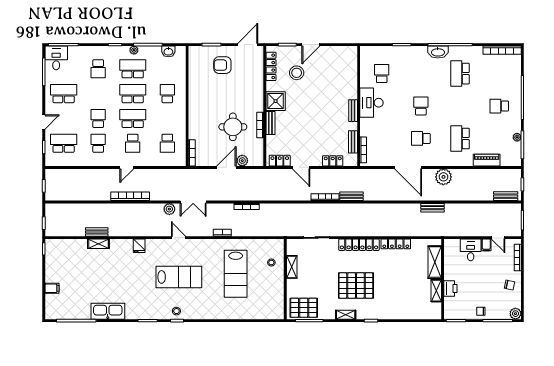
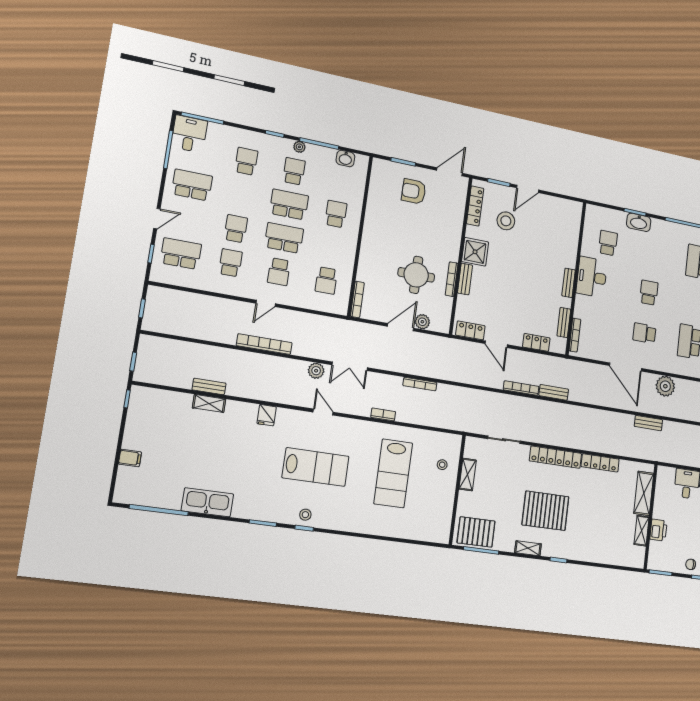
washbasin: (438, 52) -> (639, 222), moved
school desk: (98, 69) -> (246, 161), turned 180
school desk: (133, 69) -> (294, 171), width x0.54

